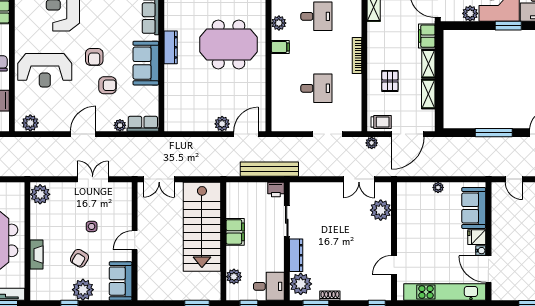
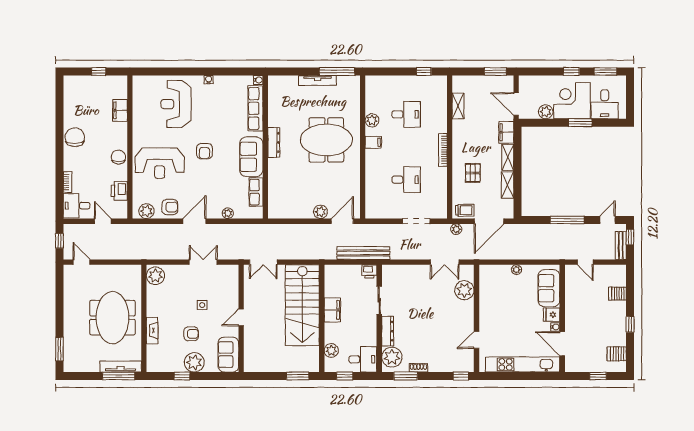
armchair: (107, 85) -> (170, 207), moved
row of seats: (143, 124) -> (256, 192), moved, turned -90
armchair: (79, 258) -> (191, 334), turned -121

